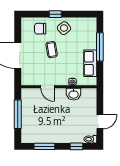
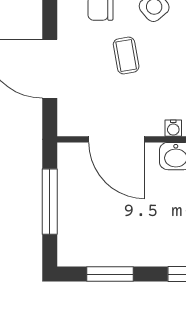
door: (47, 87) -> (117, 139), width x1.88

